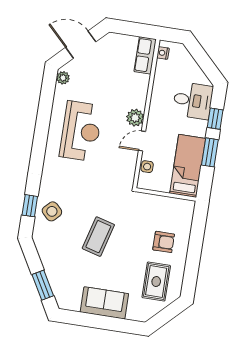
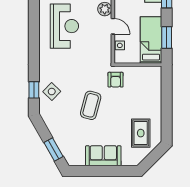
door: (142, 141) -> (113, 26), swing flipped
window: (210, 152) -> (167, 38), moved
armchair: (164, 242) -> (116, 80), moved, turned 90

